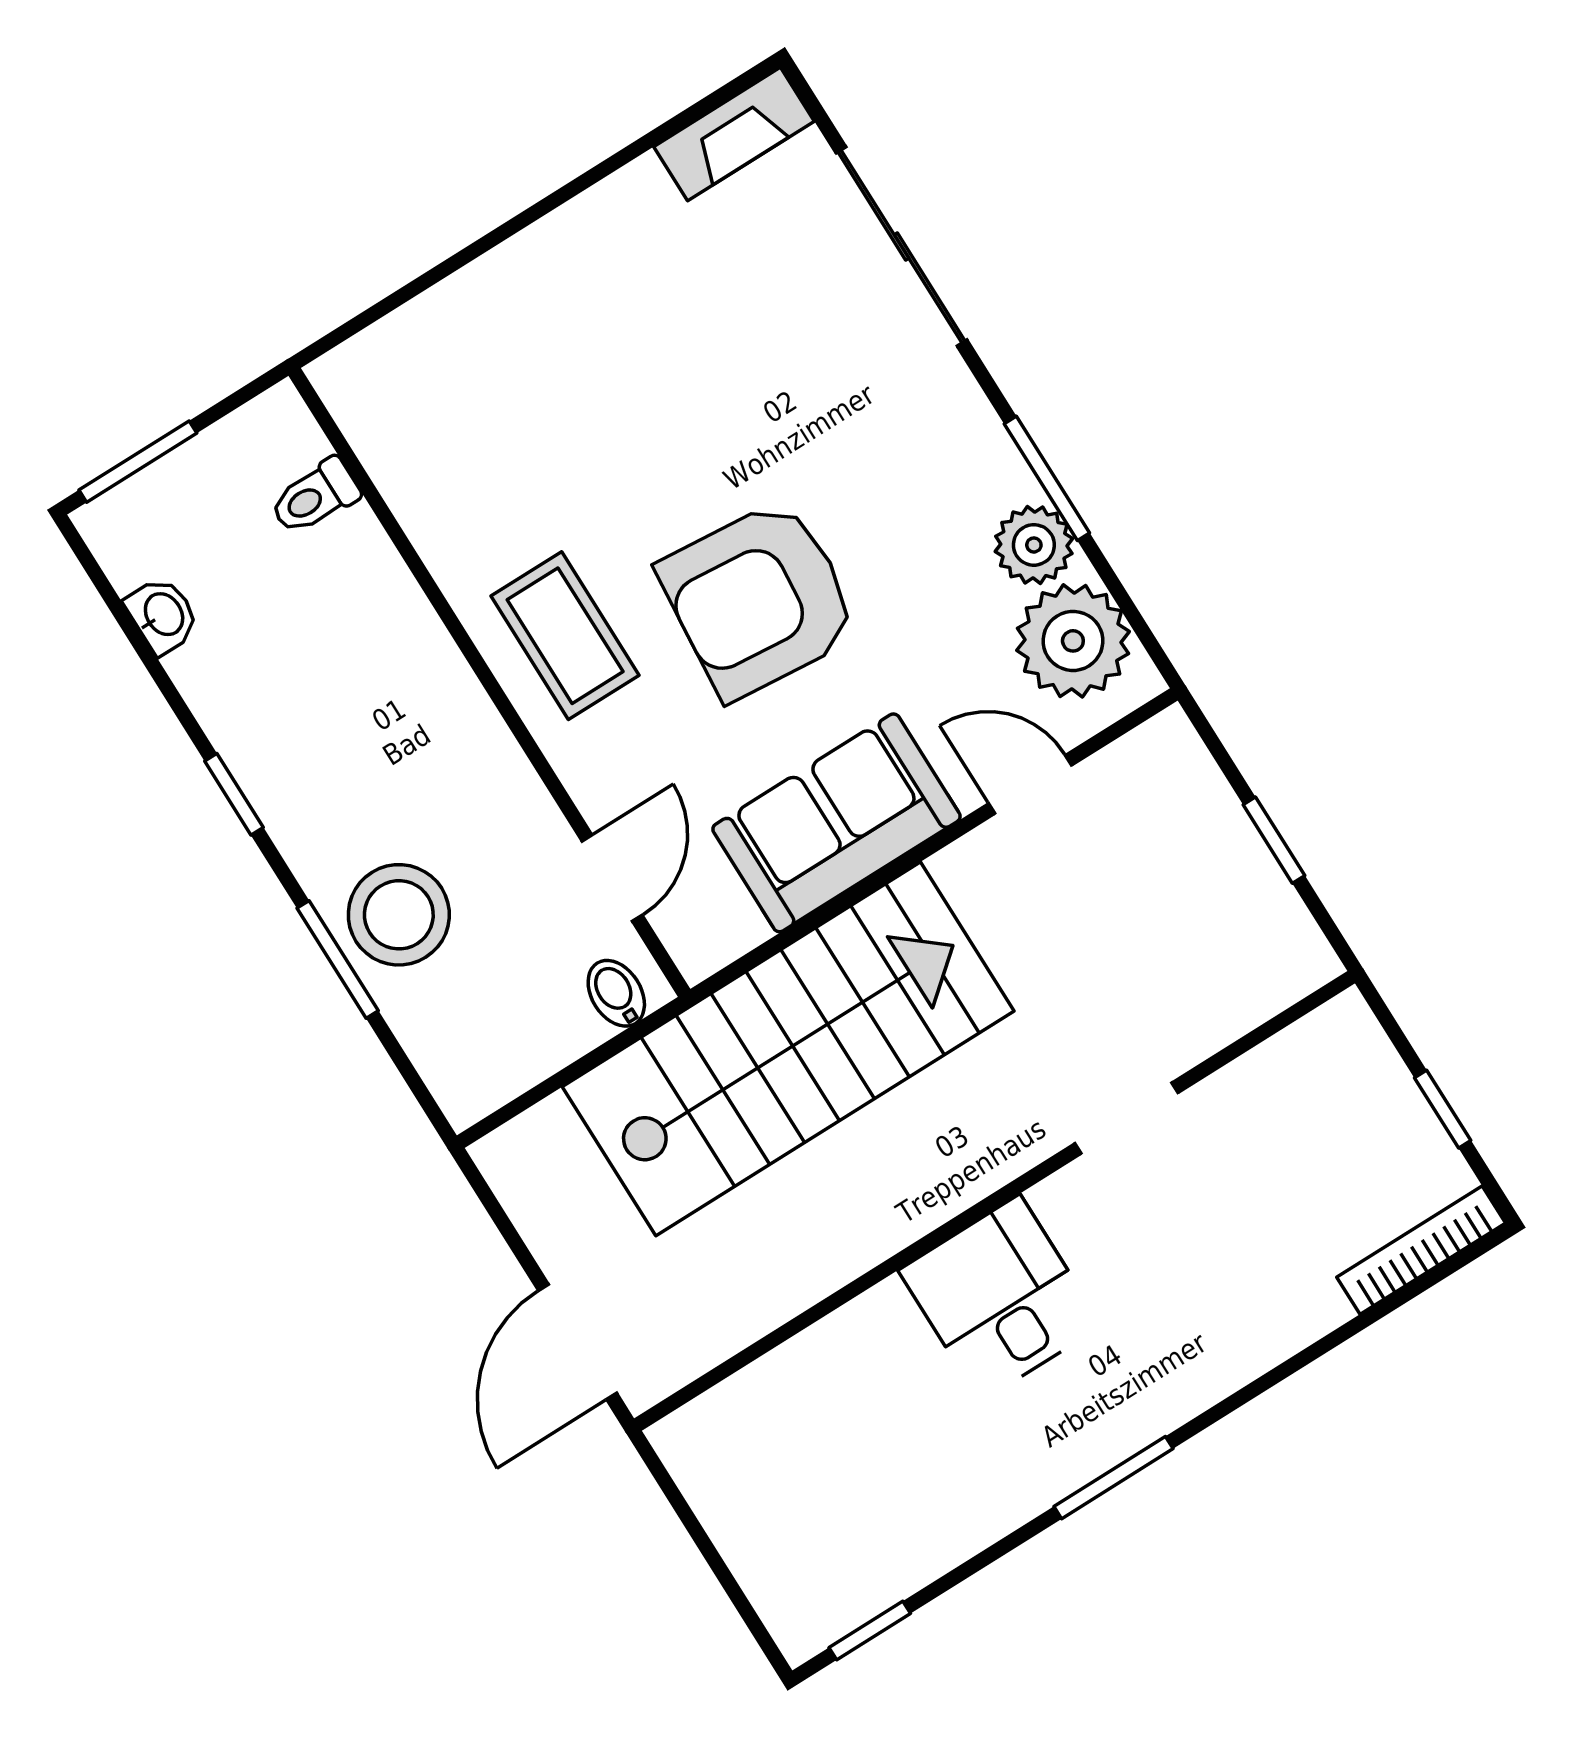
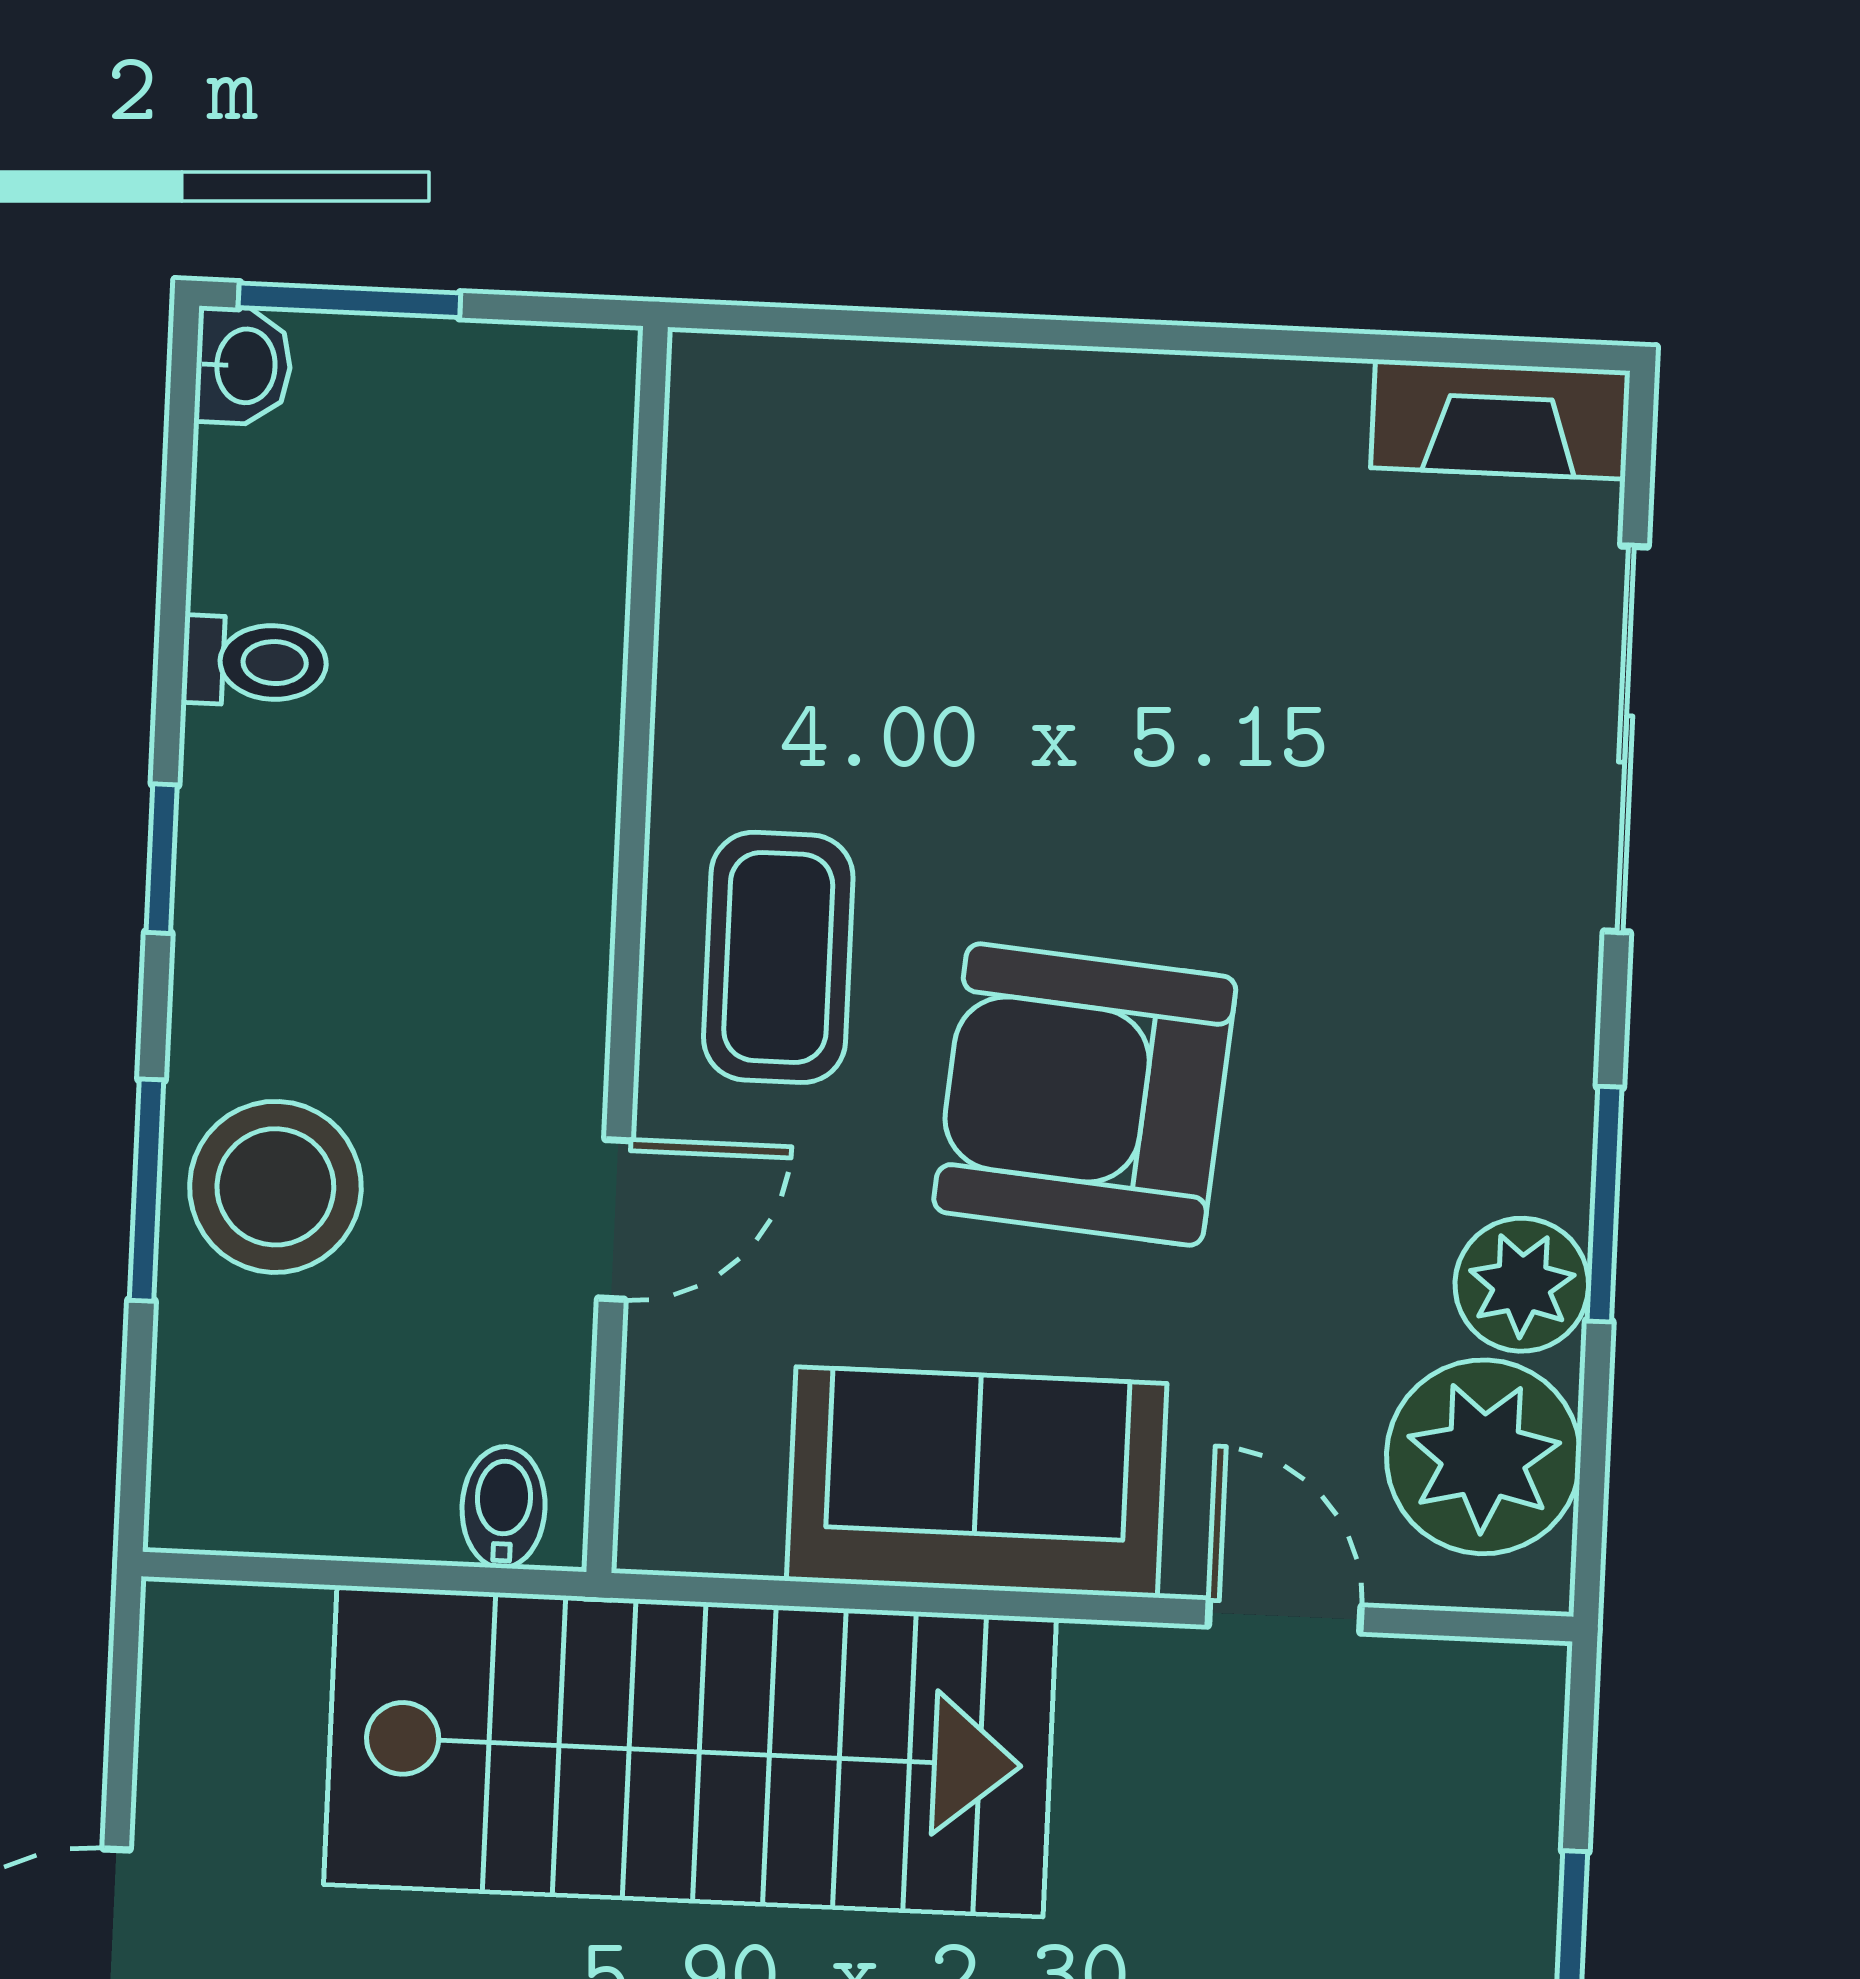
toilet: (315, 497) -> (255, 662), moved, turned 180
washbasin: (163, 615) -> (243, 366), moved
door: (612, 878) -> (615, 1219), moved

